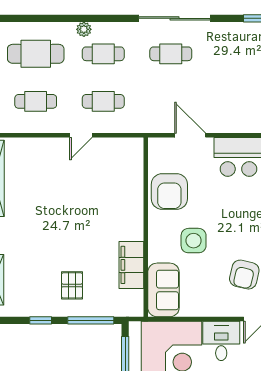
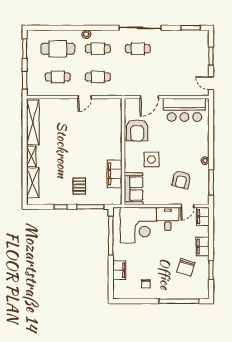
door: (190, 135) -> (149, 97), swing flipped

